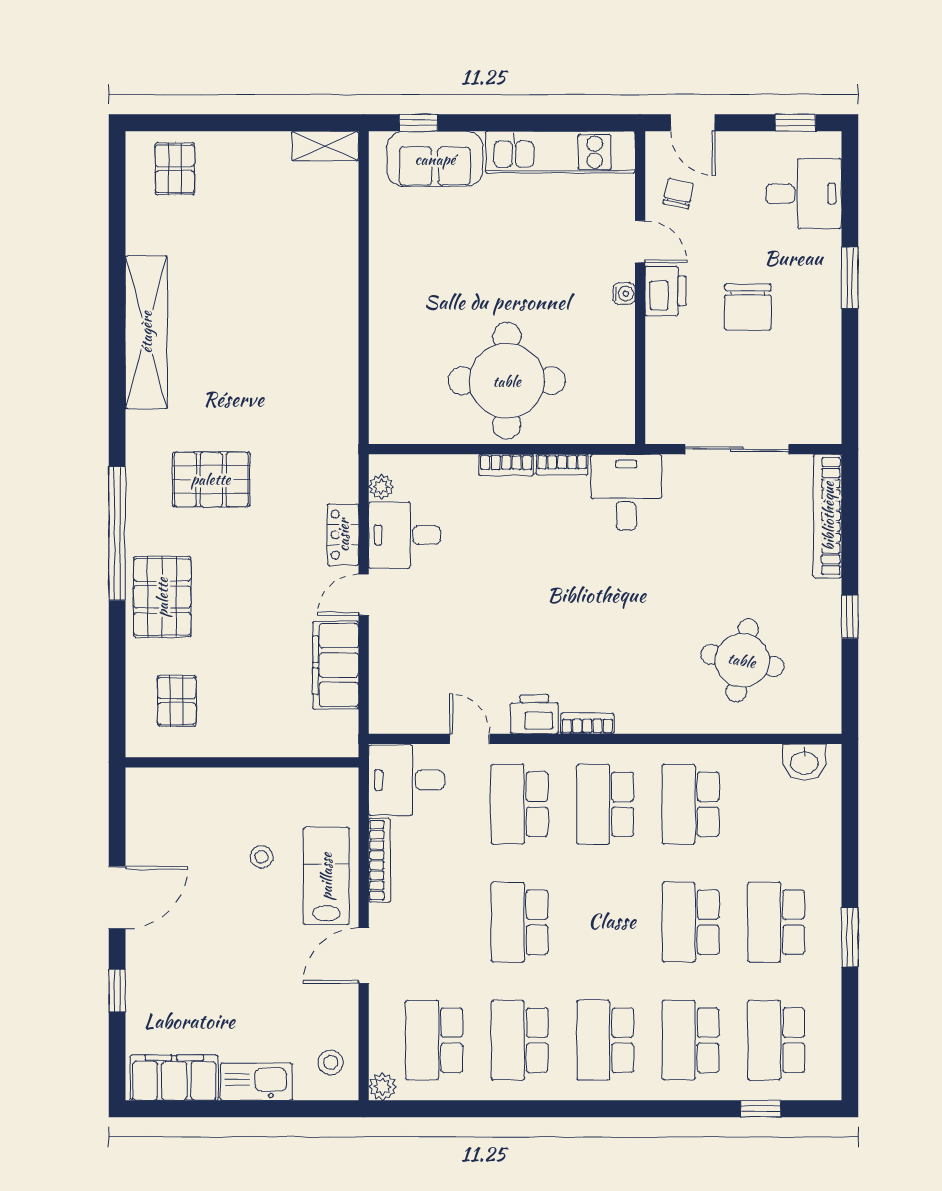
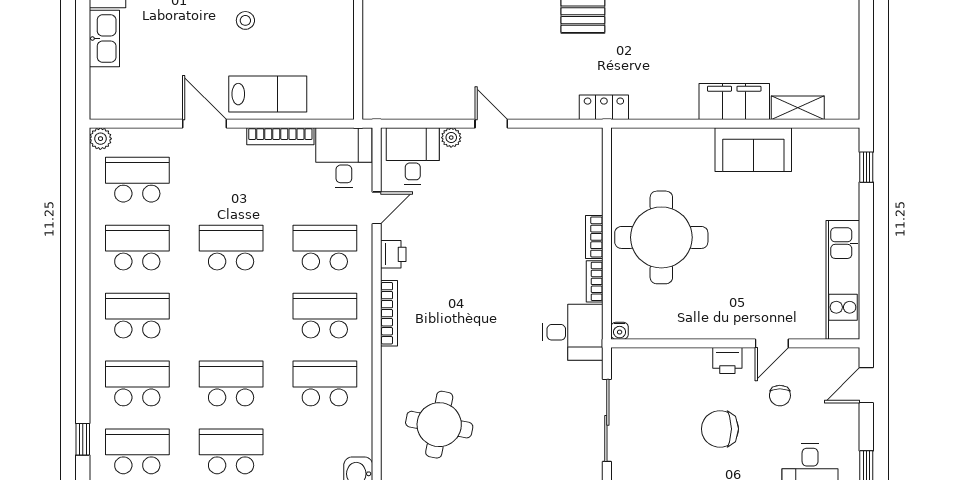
shelving: (325, 146) -> (798, 108), moved, turned 90
sofa: (435, 159) -> (753, 150), moved, turned -90
chair: (678, 194) -> (780, 396), moved, turned 78
printer: (666, 291) -> (727, 360), width x0.73, depth x0.81
water cooler: (624, 294) -> (620, 331), moved
plant: (381, 487) -> (451, 138), moved
locker: (343, 535) -> (604, 107), moved
desk: (404, 535) -> (413, 156), moved
filing cabinet: (336, 665) -> (734, 101), moved
printer: (534, 714) -> (393, 254), width x0.73, depth x0.81
bookcase: (587, 723) -> (389, 313), width x1.56
stool: (261, 857) -> (245, 20), moved
stool: (331, 1062) -> (120, 97), removed

